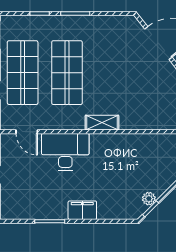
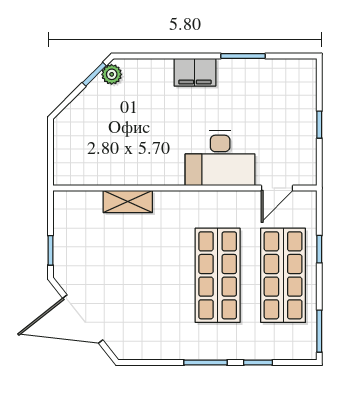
shelving: (102, 123) -> (128, 202), moved
door: (27, 132) -> (277, 188), swing flipped
plant: (149, 199) -> (112, 74), moved

